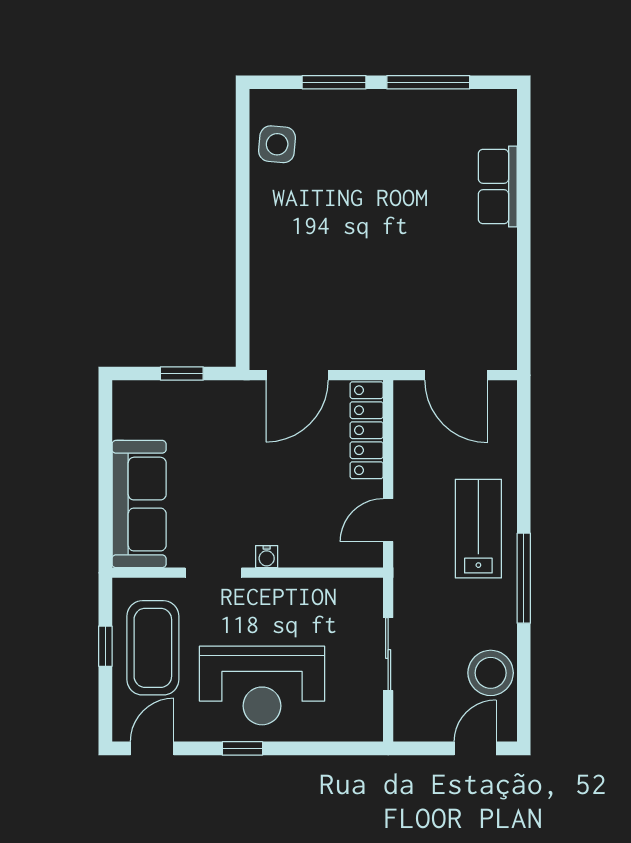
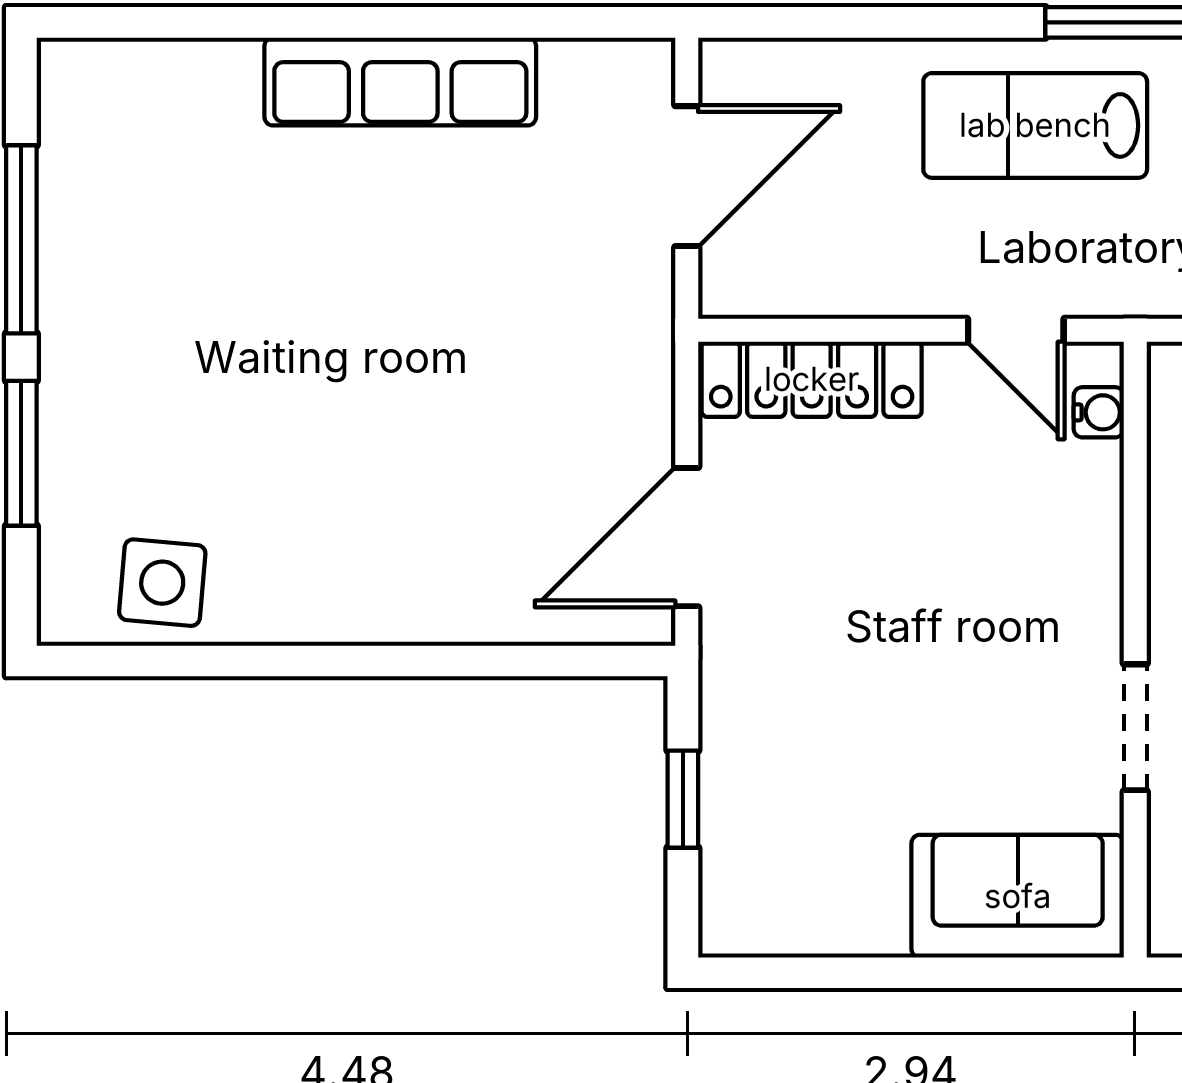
row of seats: (498, 186) -> (400, 82), moved, width x1.48
door: (297, 375) -> (687, 537), swing flipped
sofa: (139, 504) -> (1018, 896), width x0.73
water cooler: (267, 557) -> (1099, 412), moved

